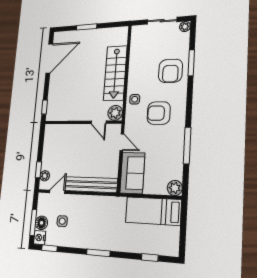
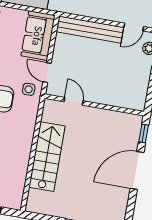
door: (49, 58) -> (137, 170), moved
side table: (135, 99) -> (29, 89), moved
plant: (115, 113) -> (52, 108), removed

